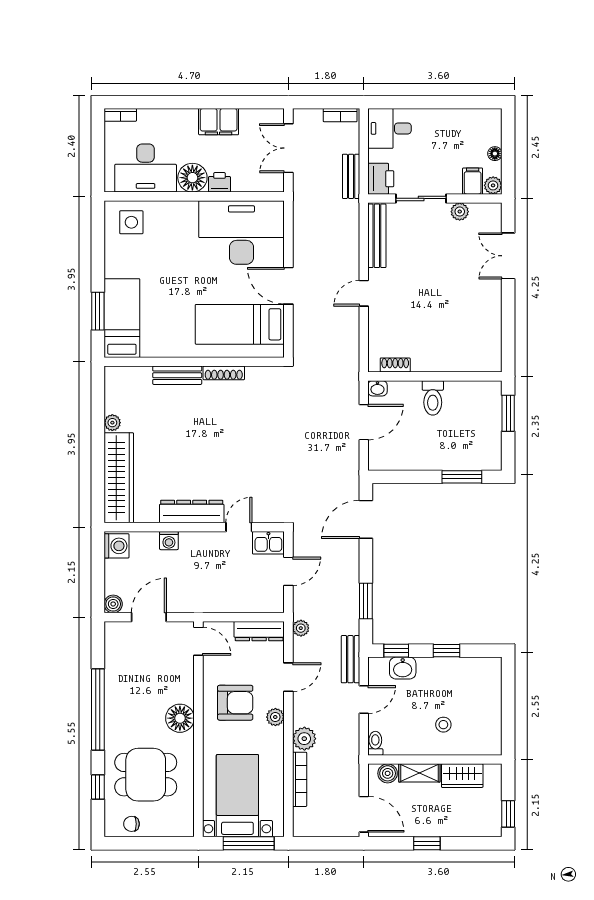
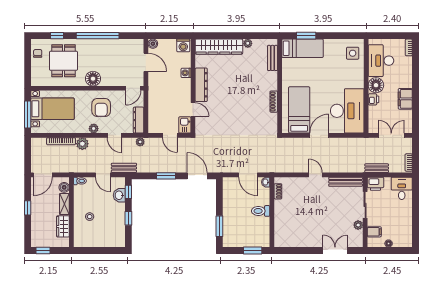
plant: (493, 185) -> (372, 243), removed
bench: (177, 375) -> (273, 58), moved
window: (366, 601) -> (166, 176), moved

